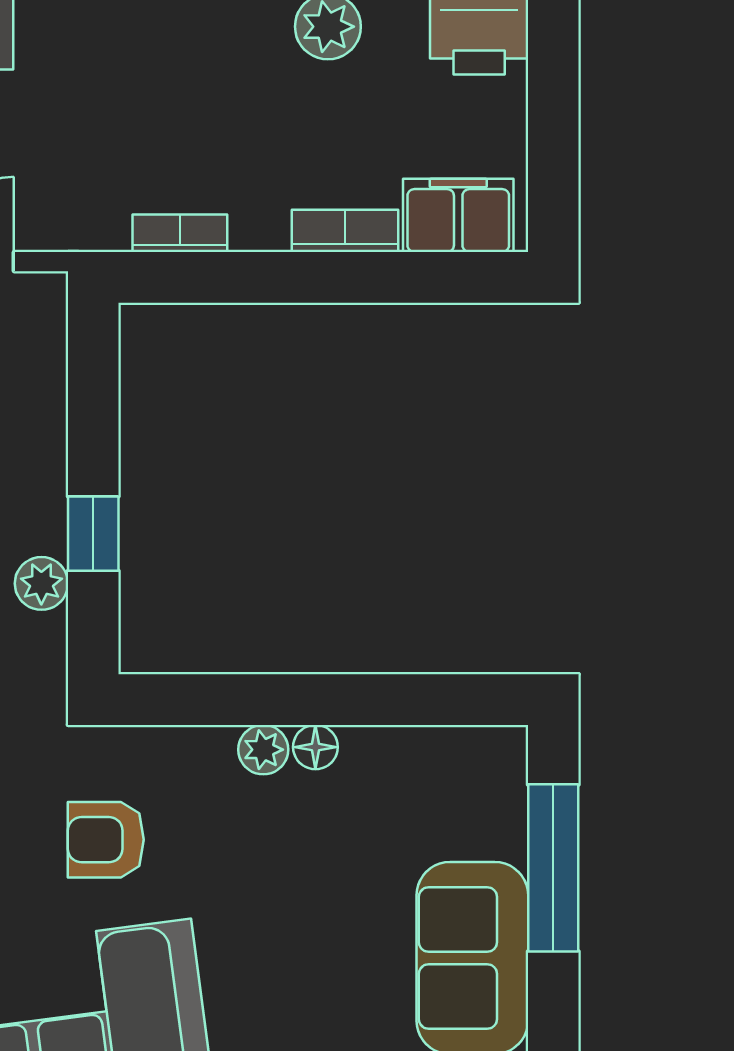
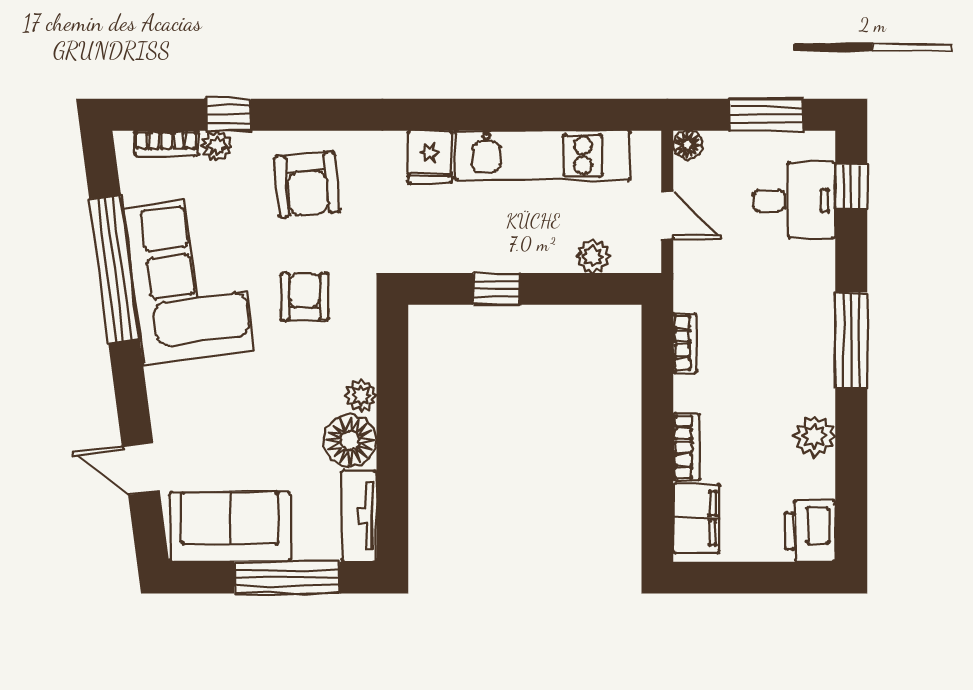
plant: (41, 583) -> (593, 256), moved
floor lamp: (315, 747) -> (350, 441), width x1.89, depth x1.89
tv unit: (455, 753) -> (359, 516), added

